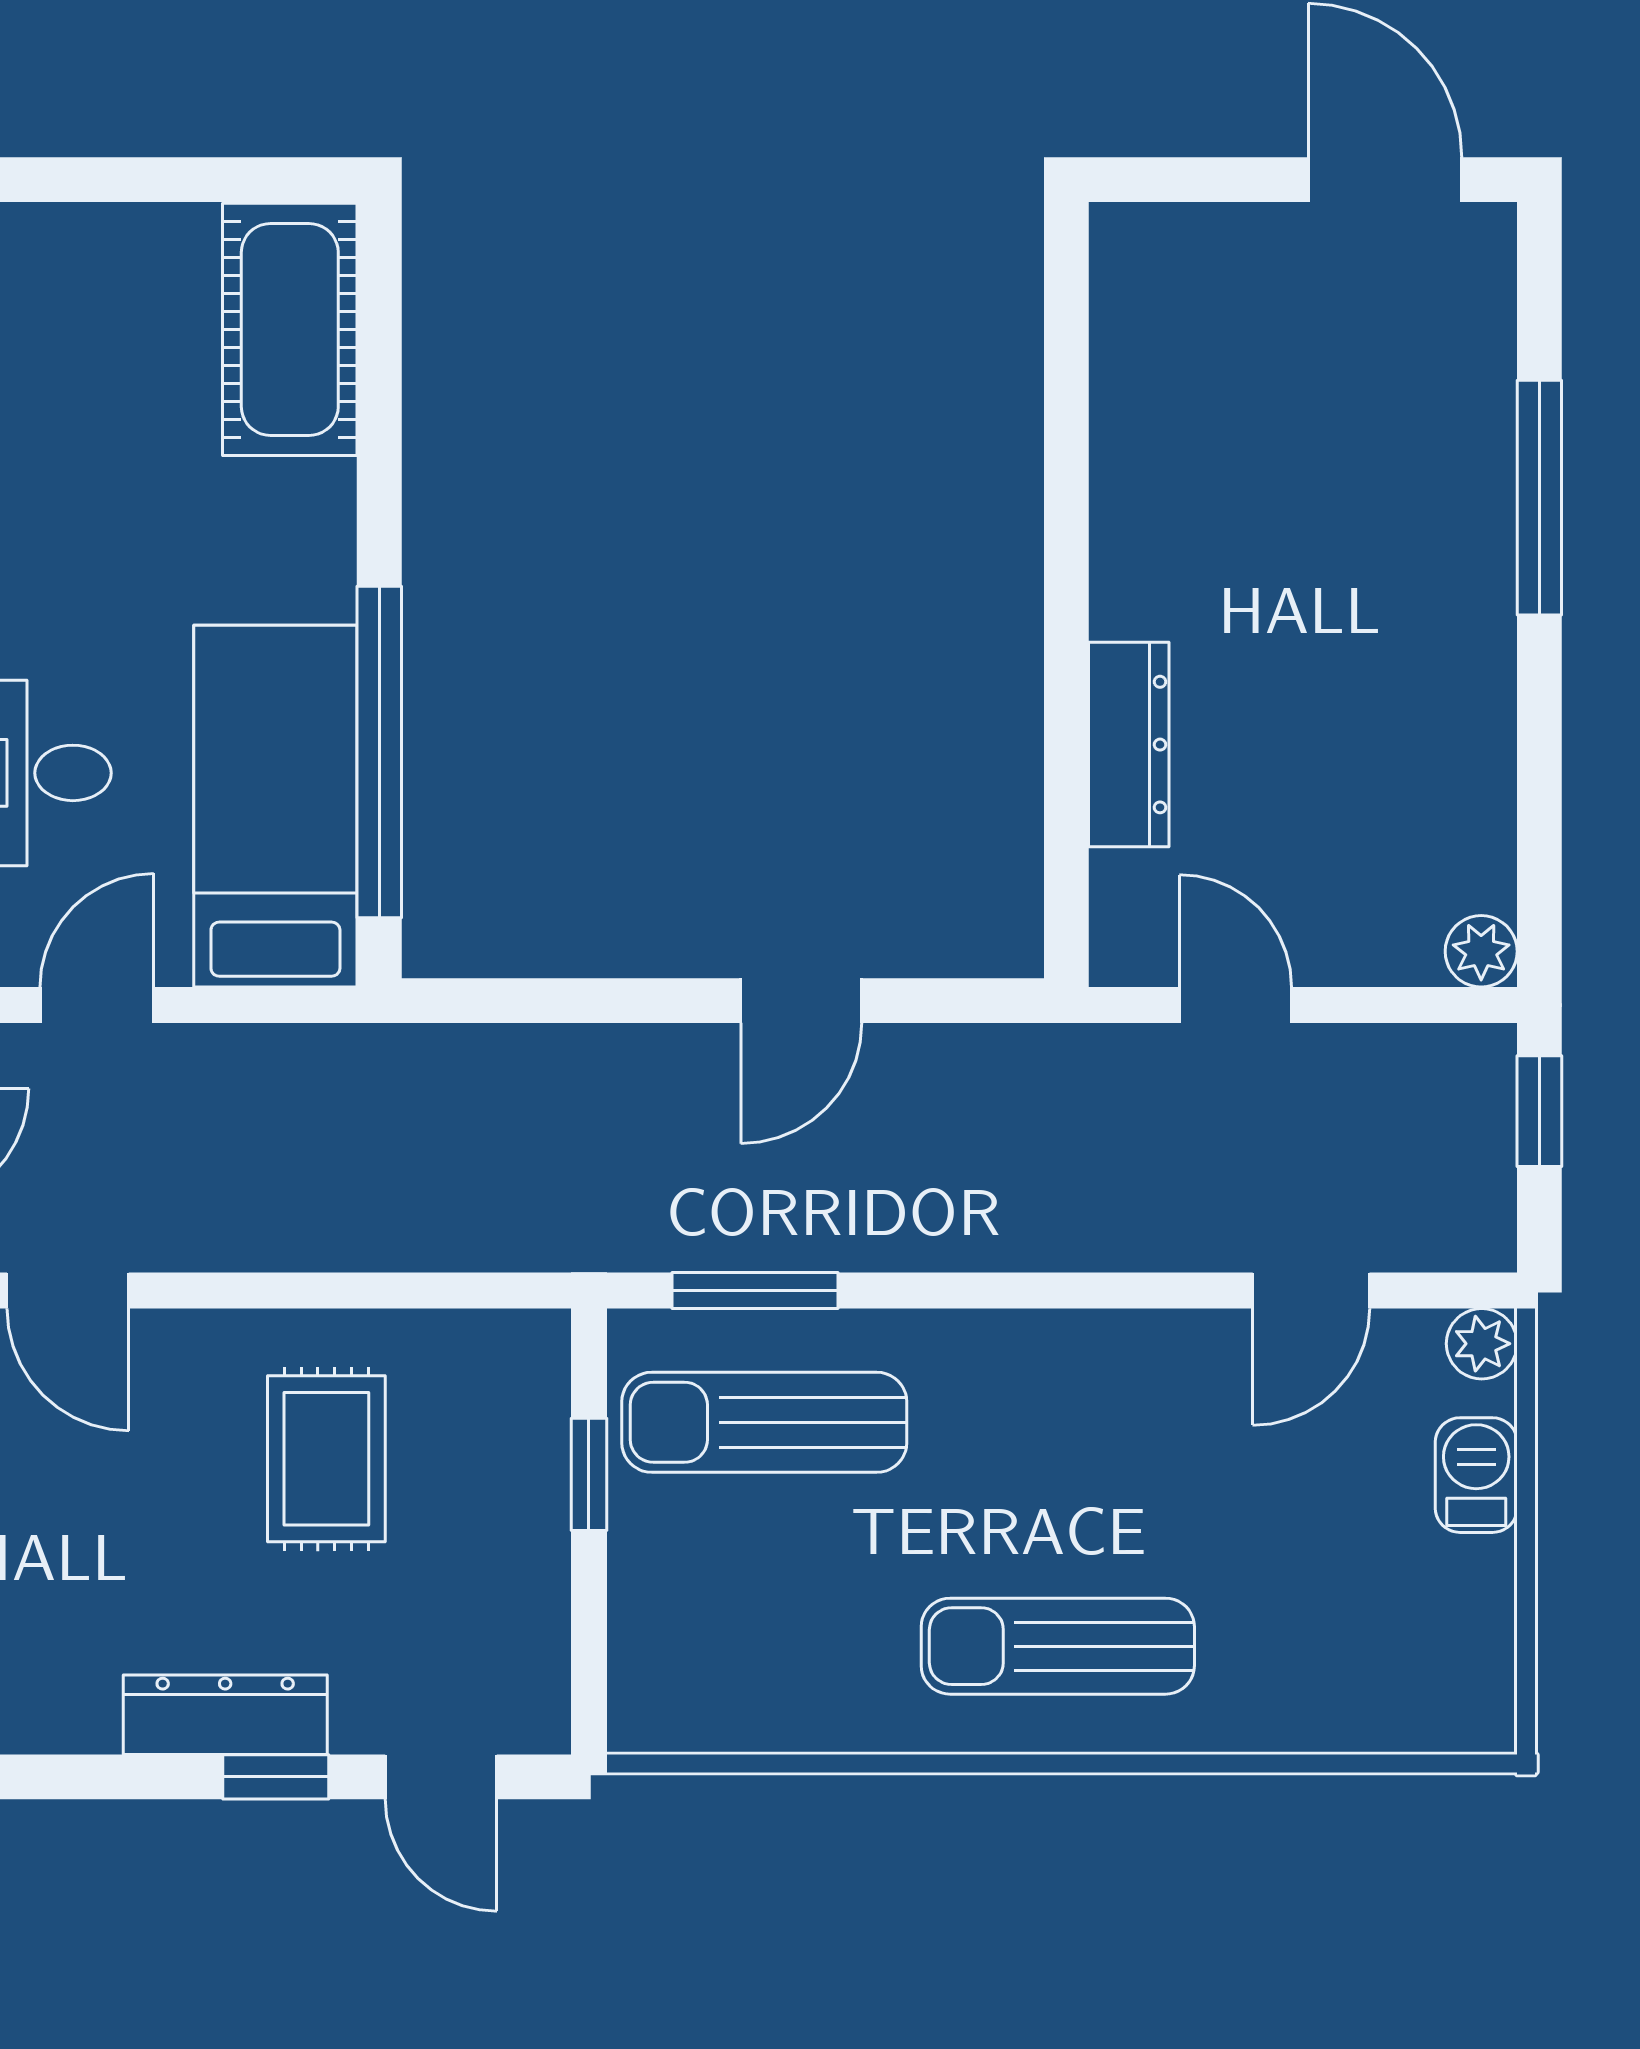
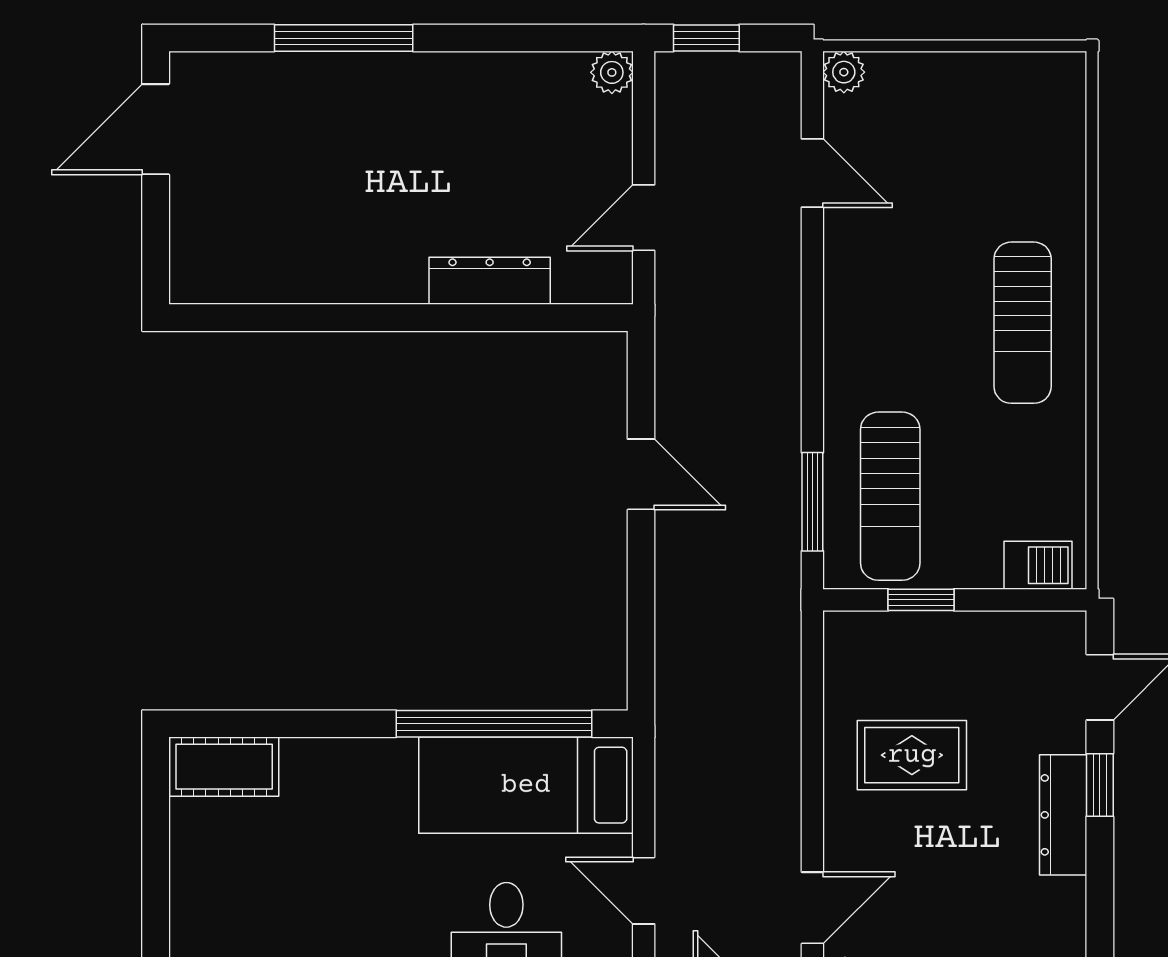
cot: (290, 329) -> (224, 767), width x0.73, depth x0.75
barbecue: (1476, 1475) -> (1038, 565), moved, turned 180

